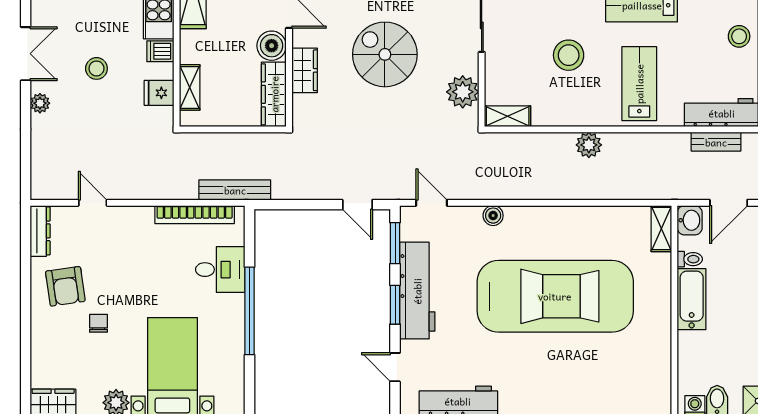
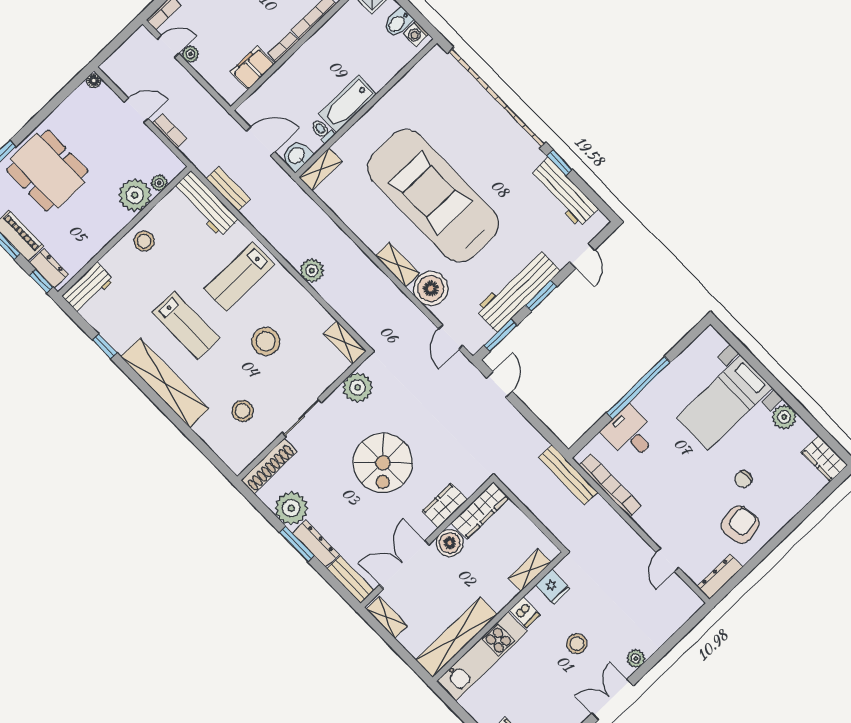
boiler: (493, 216) -> (431, 289), width x1.86, depth x1.86
shelving: (529, 216) -> (397, 265), added

